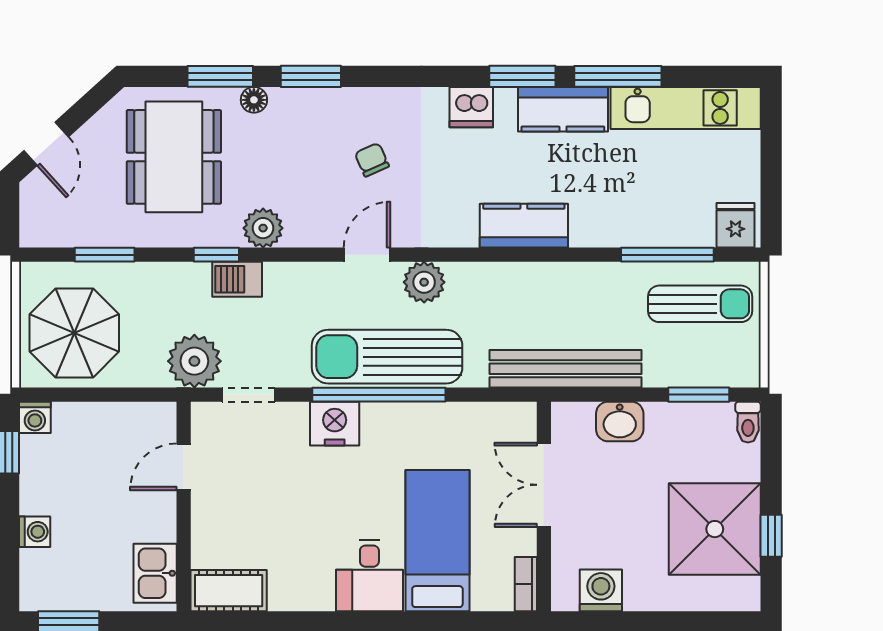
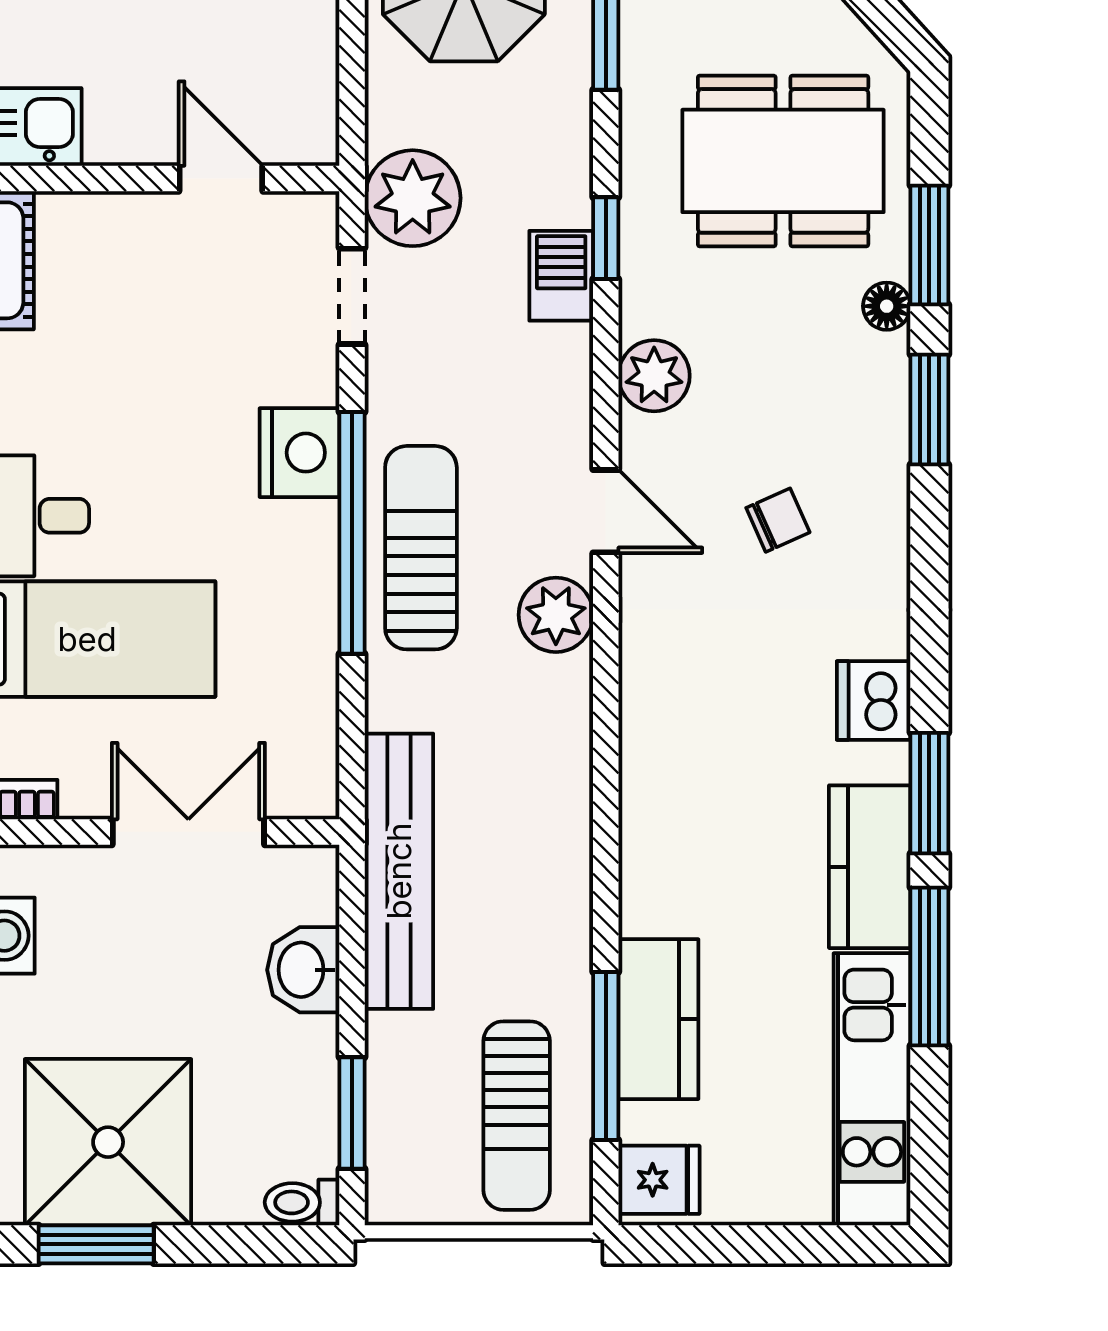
kitchen counter: (524, 226) -> (658, 1019), moved
plant: (263, 228) -> (654, 376), moved
sun lounger: (387, 357) -> (421, 548), width x0.73, depth x0.75
window: (771, 536) -> (96, 1244), width x1.50

